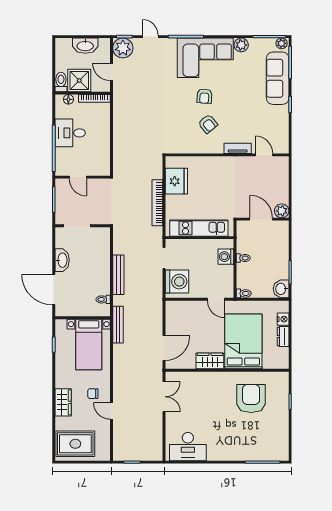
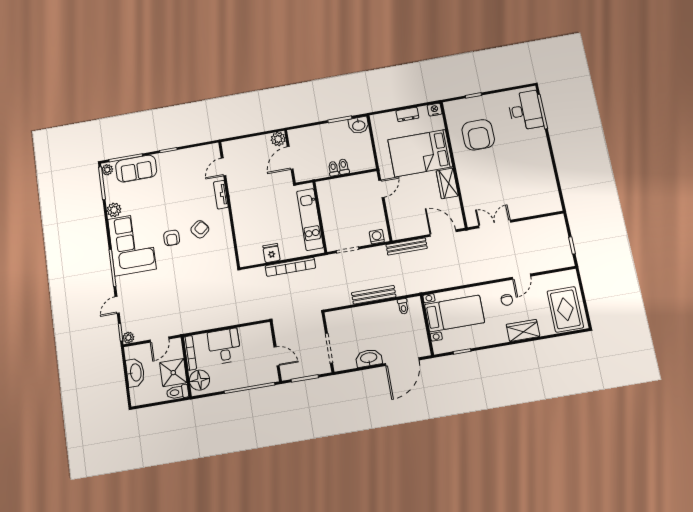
plant: (123, 48) -> (128, 338), width x0.53, depth x0.53
sofa: (278, 78) -> (136, 169), width x0.73
armchair: (204, 96) -> (172, 238), turned 86
floor lamp: (68, 99) -> (199, 380), width x1.89, depth x1.89
desk: (70, 133) -> (224, 346), moved, turned 180
door: (78, 177) -> (277, 356), hinge flipped
fridge: (176, 181) -> (271, 253), width x0.53, depth x0.75
washing machine: (226, 257) -> (335, 187), removed
washing machine: (177, 282) -> (377, 237), width x0.53, depth x0.53
toilet: (244, 293) -> (344, 166), moved
nightstand: (283, 319) -> (435, 110), moved
bench: (118, 325) -> (407, 246), moved
armchair: (251, 398) -> (478, 135), turned -90
desk: (188, 447) -> (525, 111), moved

